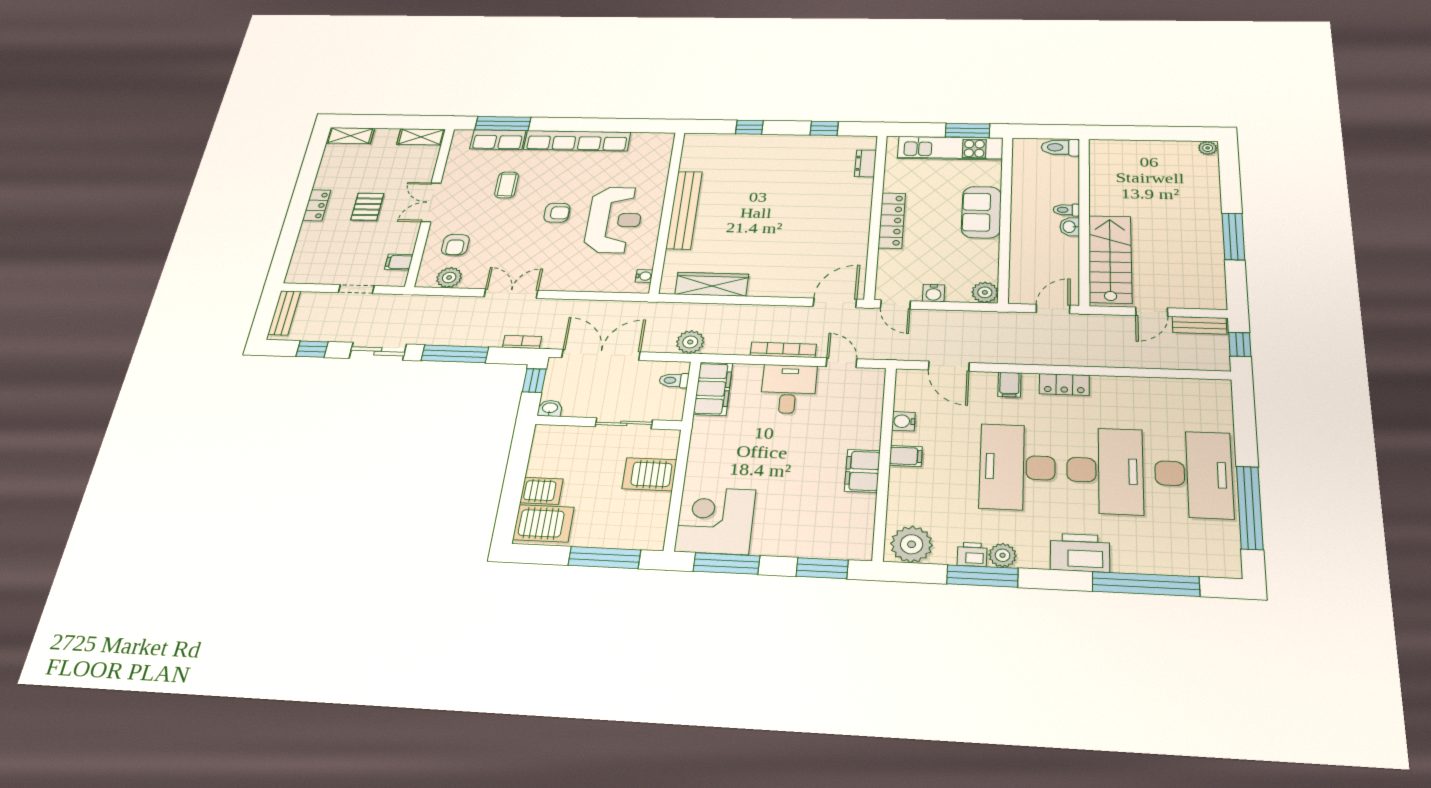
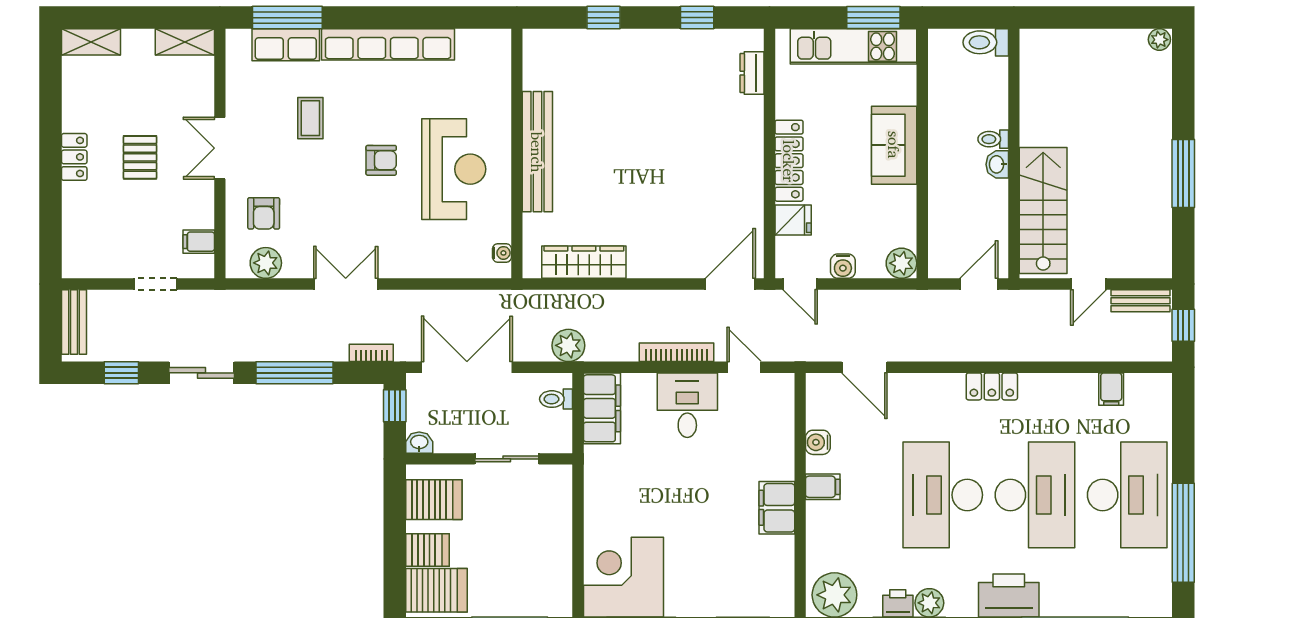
fridge: (892, 260) -> (793, 220), added
filing cabinet: (1009, 385) -> (1111, 389), moved
server rack: (649, 474) -> (434, 500), moved, turned 180

